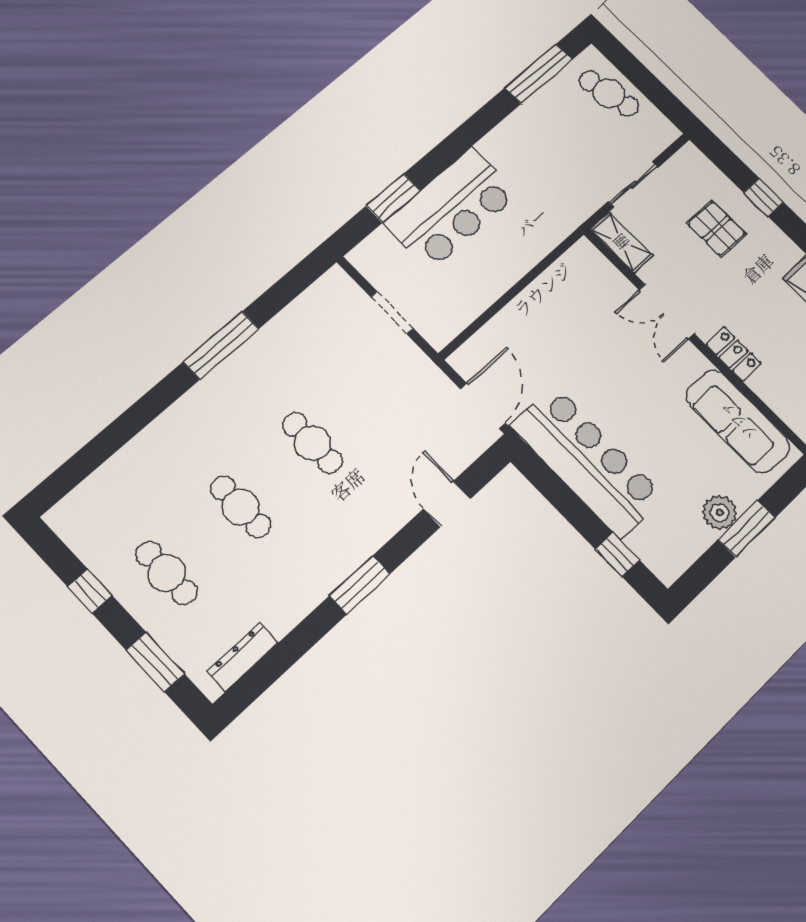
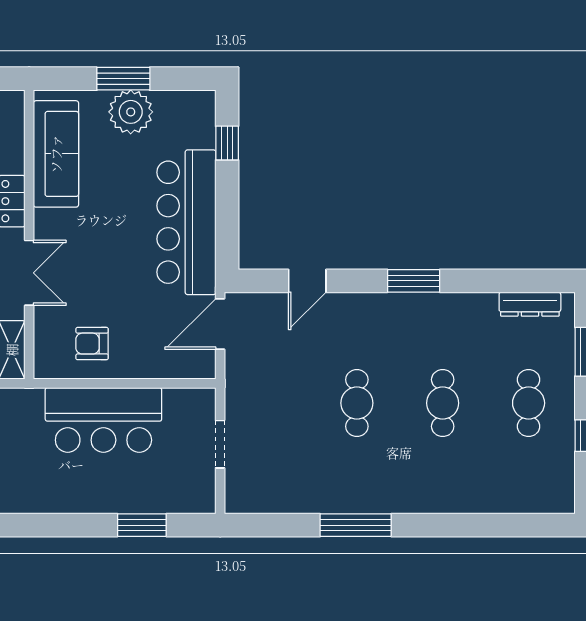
bar counter: (451, 208) -> (103, 420), moved, turned 180
armchair: (566, 301) -> (92, 344), added
plant: (720, 512) -> (131, 112), width x1.36, depth x1.36

